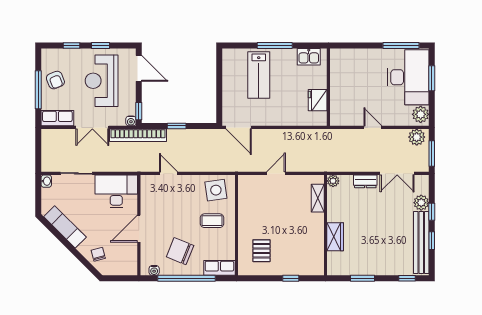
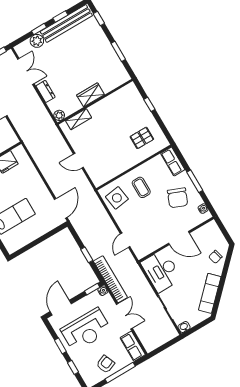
wardrobe: (335, 237) -> (91, 95), moved
window: (186, 278) -> (195, 181), width x0.47

